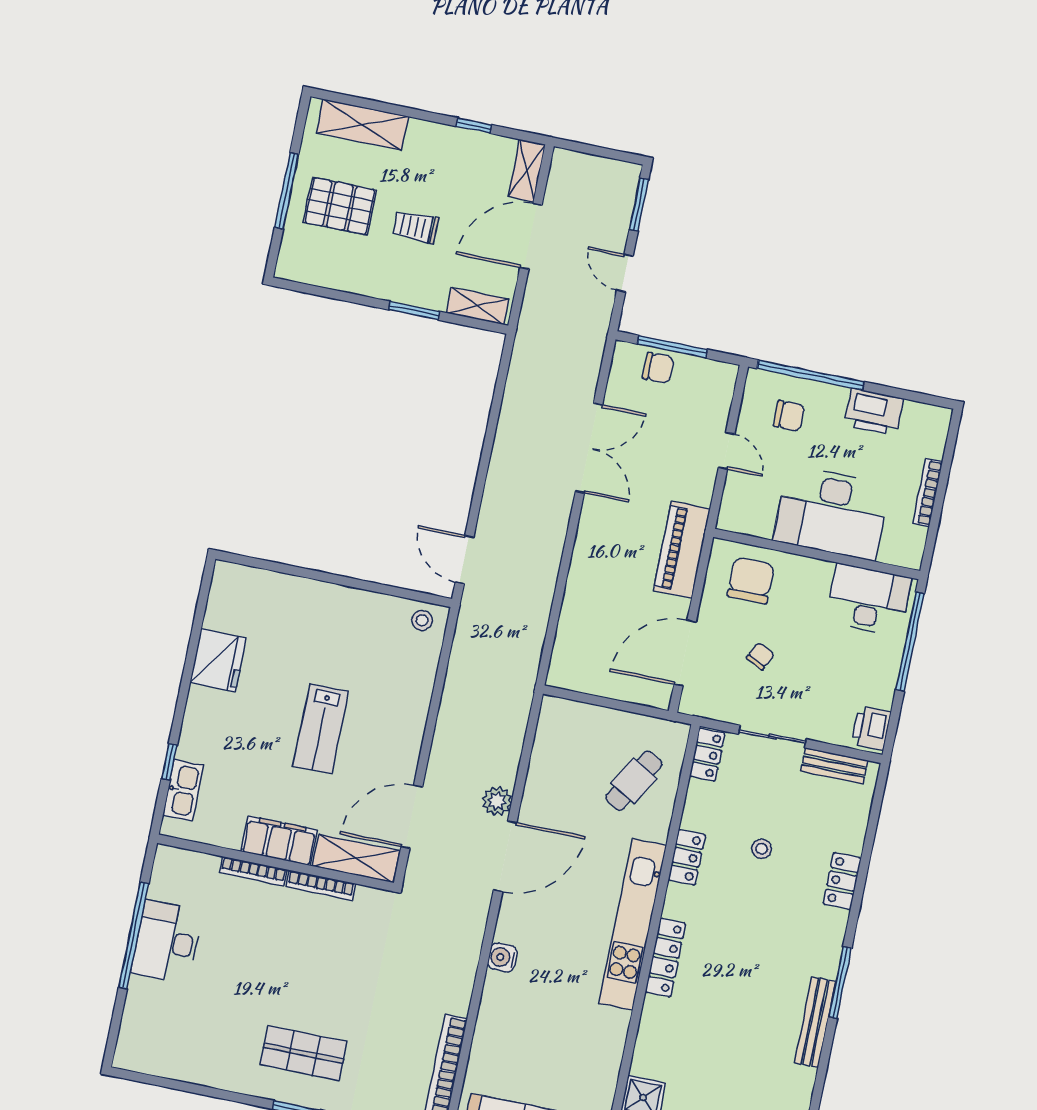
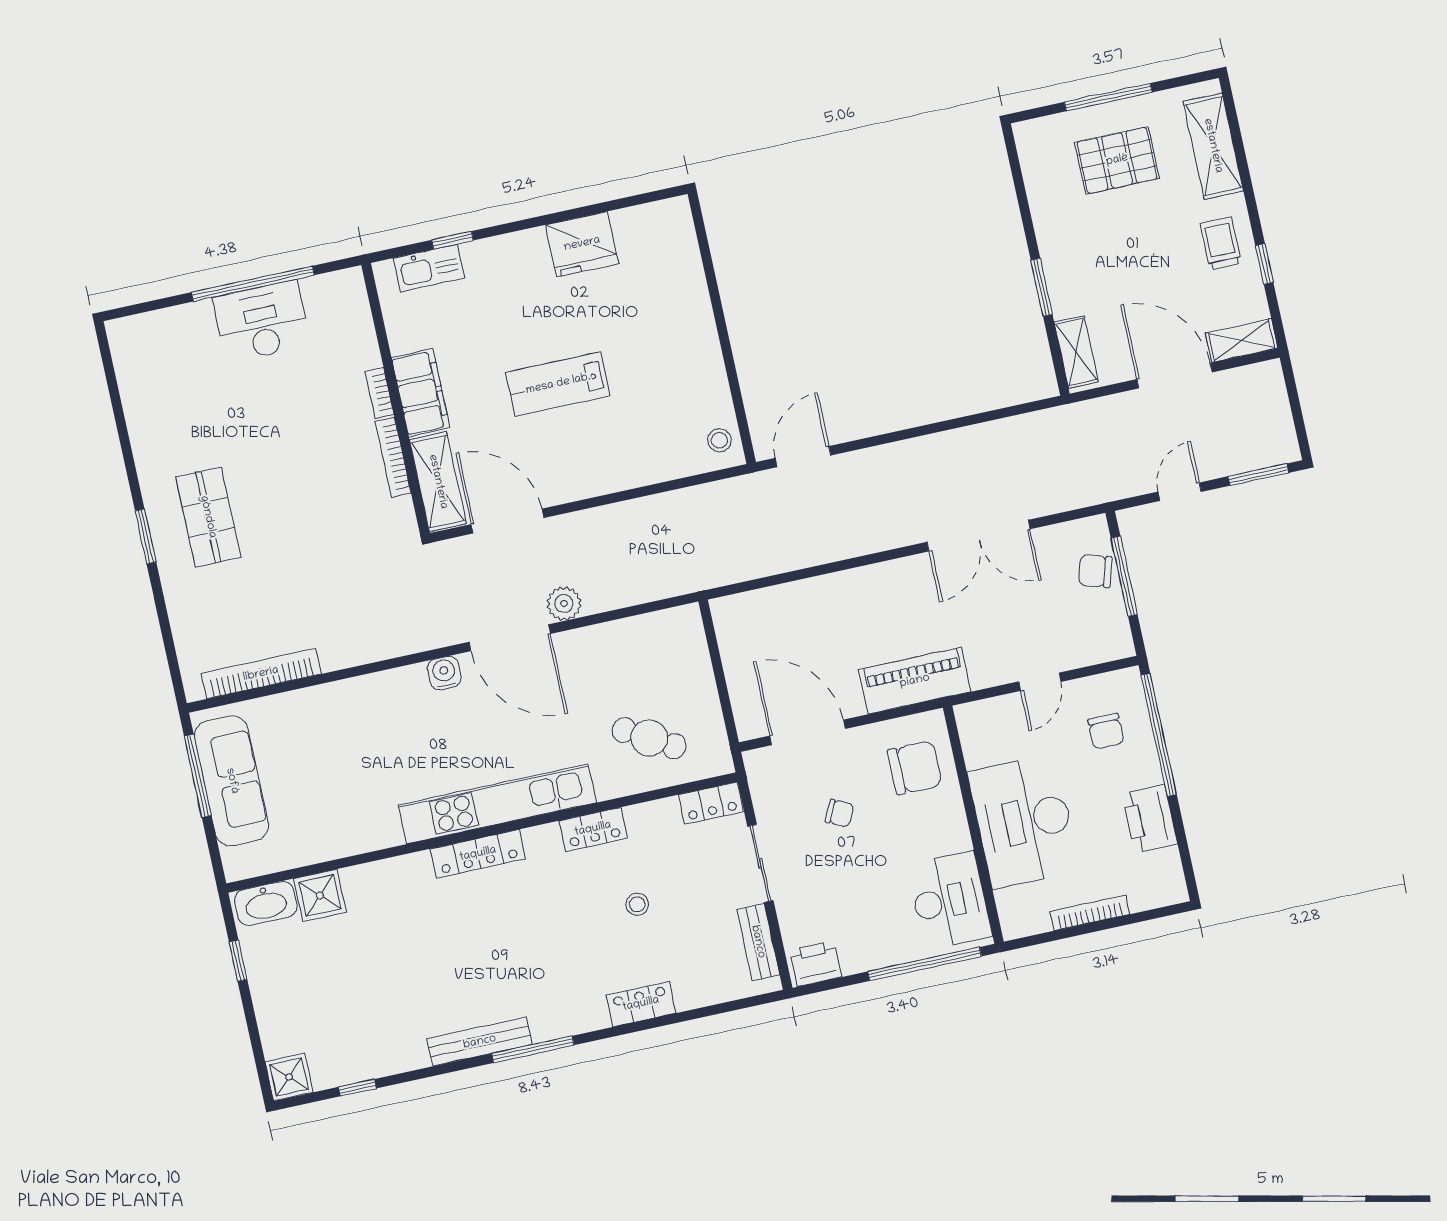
pallet: (340, 206) -> (1117, 160), turned 90
trolley: (416, 227) -> (1221, 243), moved
chair: (658, 368) -> (1095, 571), turned 107
bookcase: (253, 871) -> (379, 393), width x0.64
water cooler: (502, 957) -> (444, 673), moved

